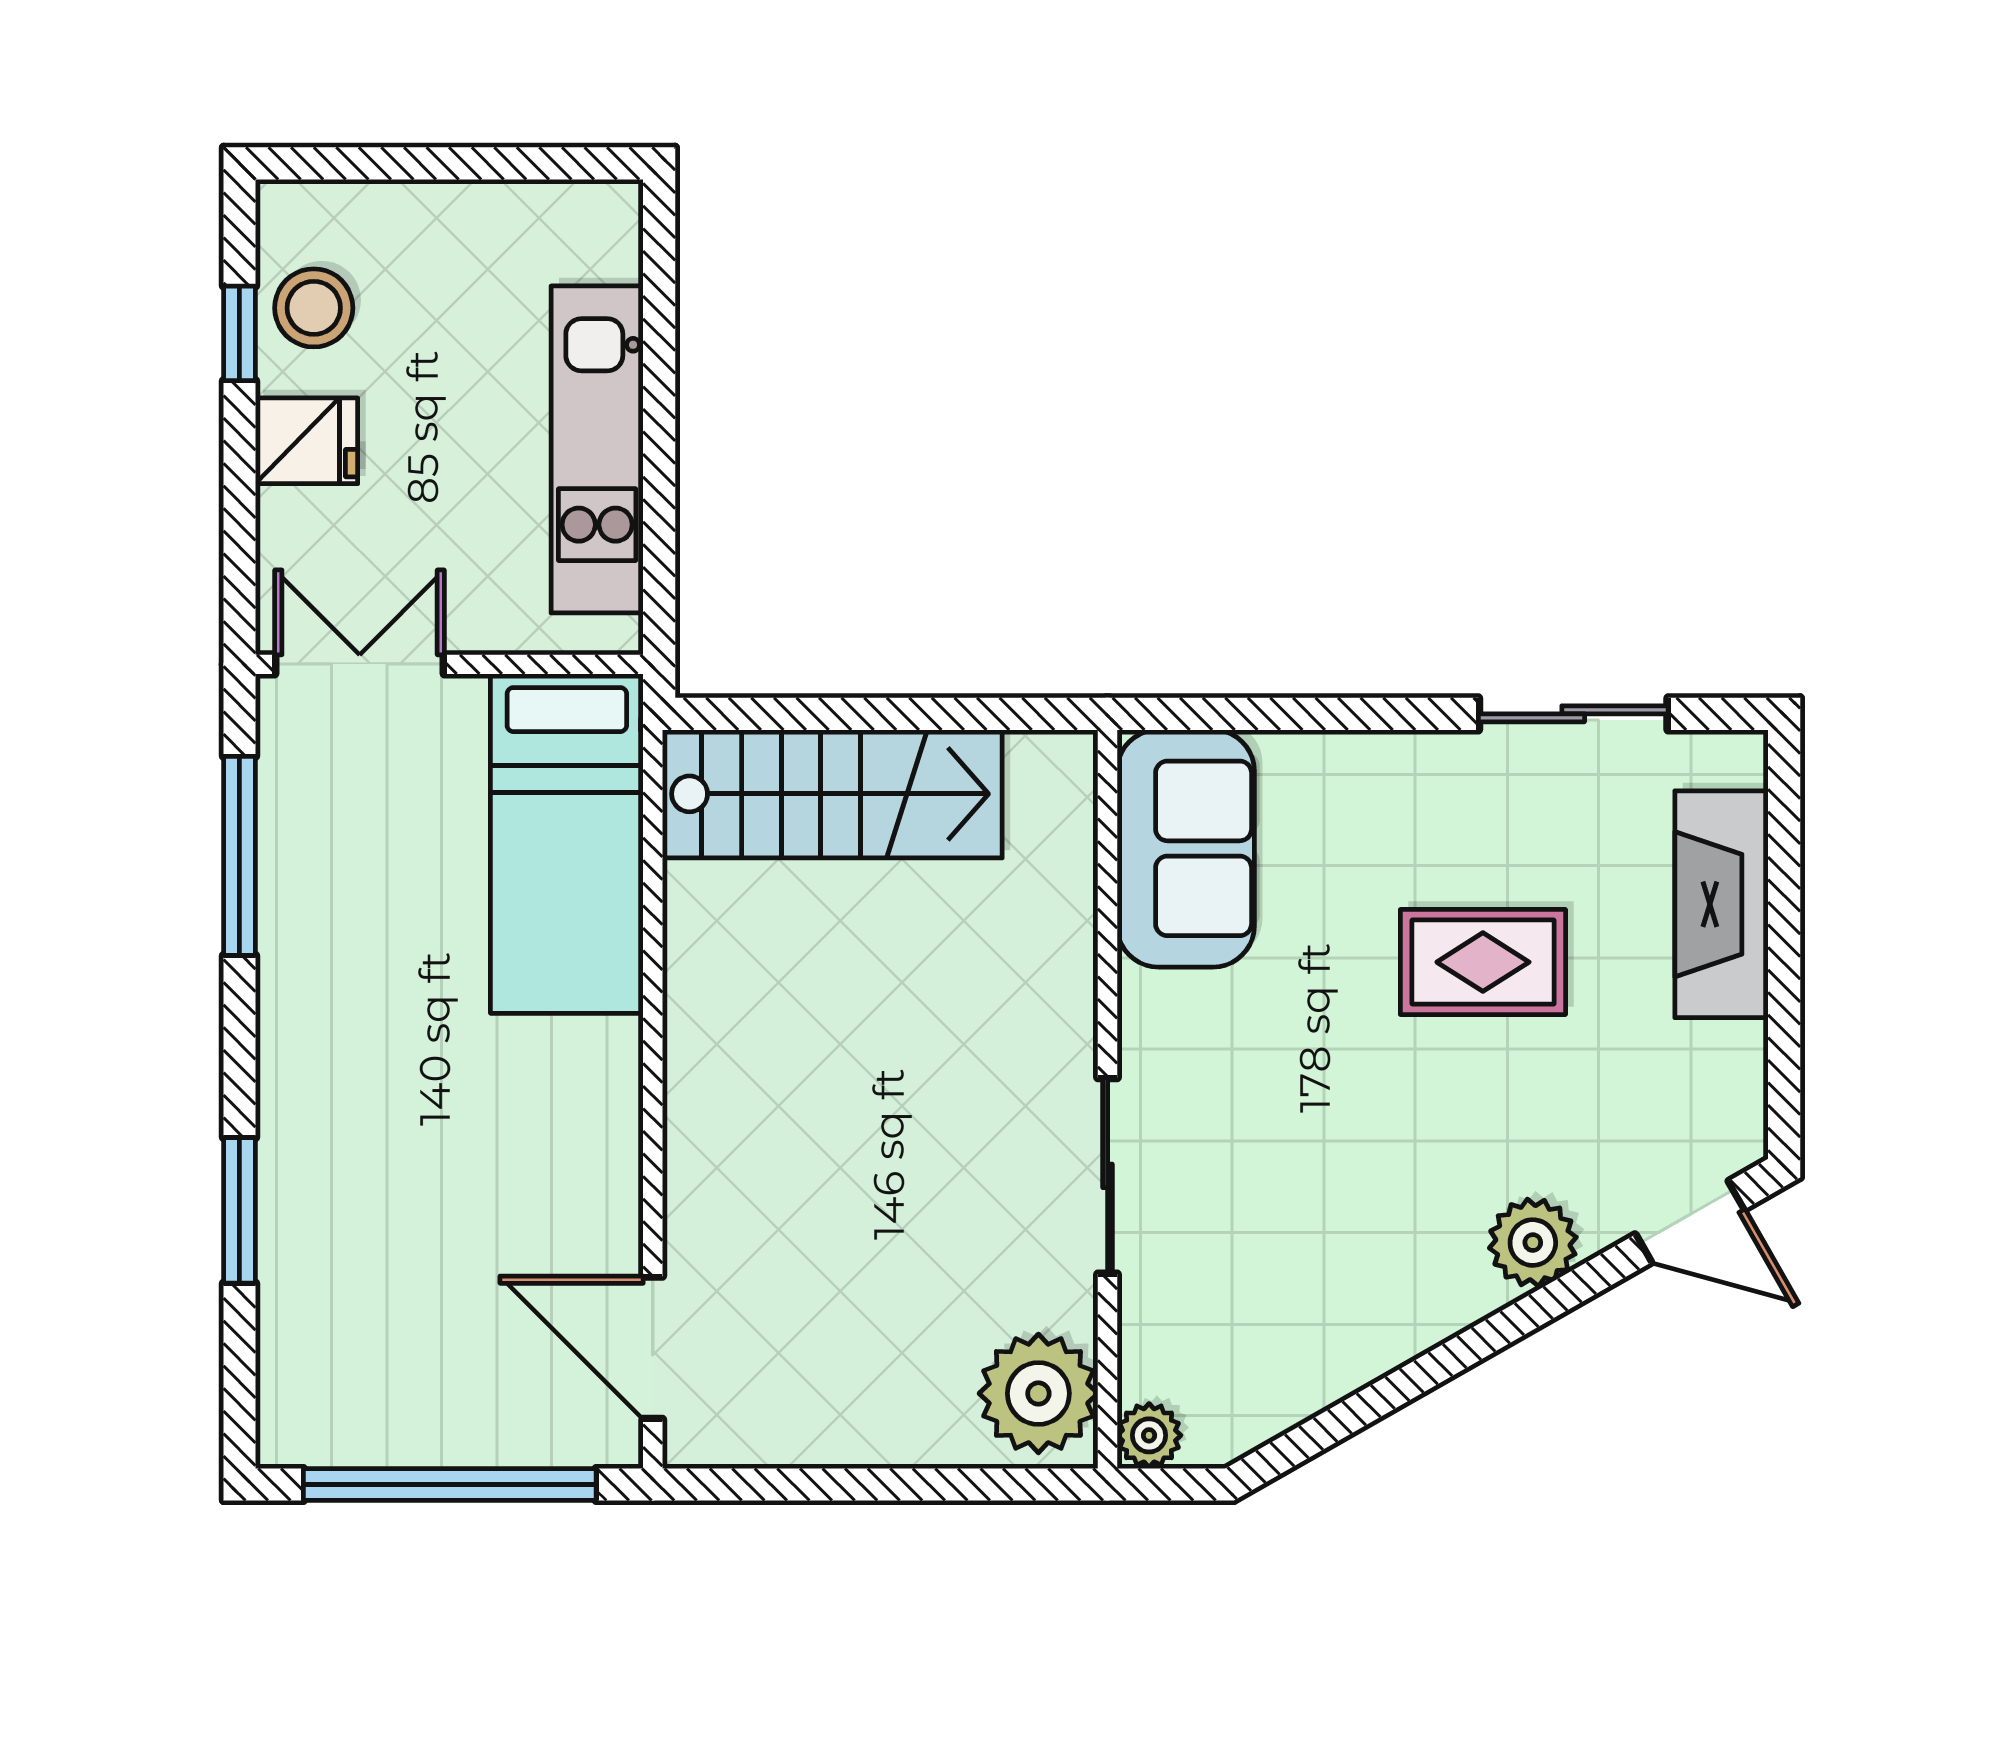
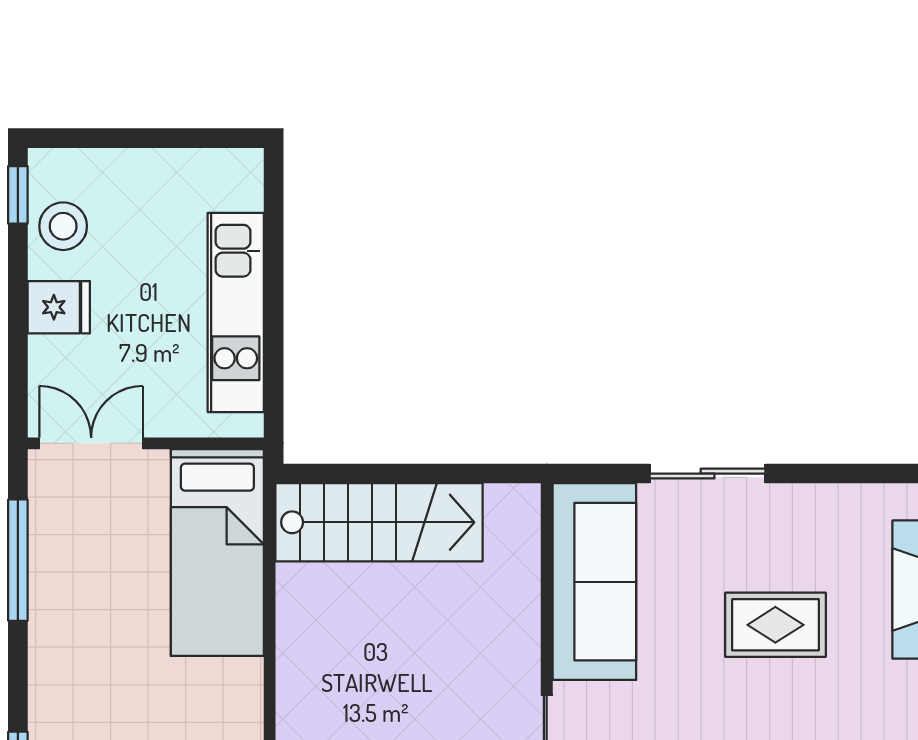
window: (239, 333) -> (18, 195), moved
sliding door: (1573, 714) -> (708, 474), moved
sofa: (1186, 848) -> (594, 582), width x1.36

